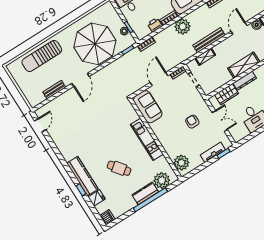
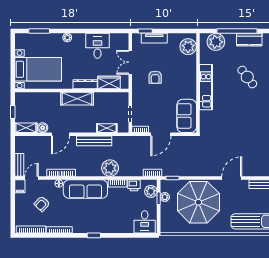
plant: (138, 28) -> (151, 191), added
kitchen counter: (145, 193) -> (249, 40), moved

